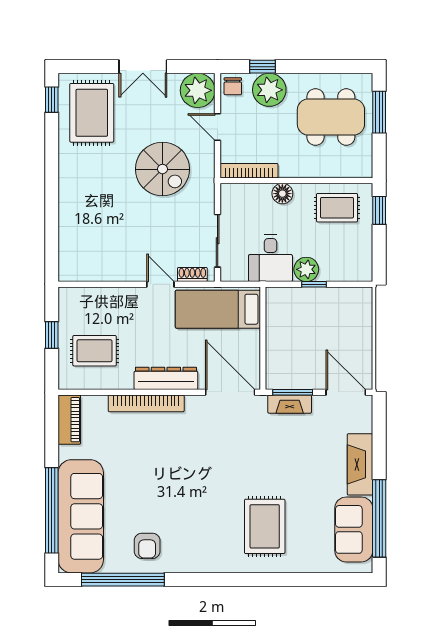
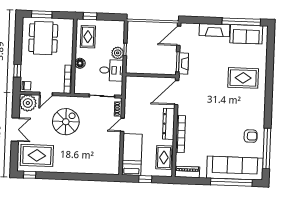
plant: (269, 90) -> (29, 68), removed
bed: (218, 309) -> (132, 155), moved, turned 180
rug: (95, 351) -> (164, 157), moved

